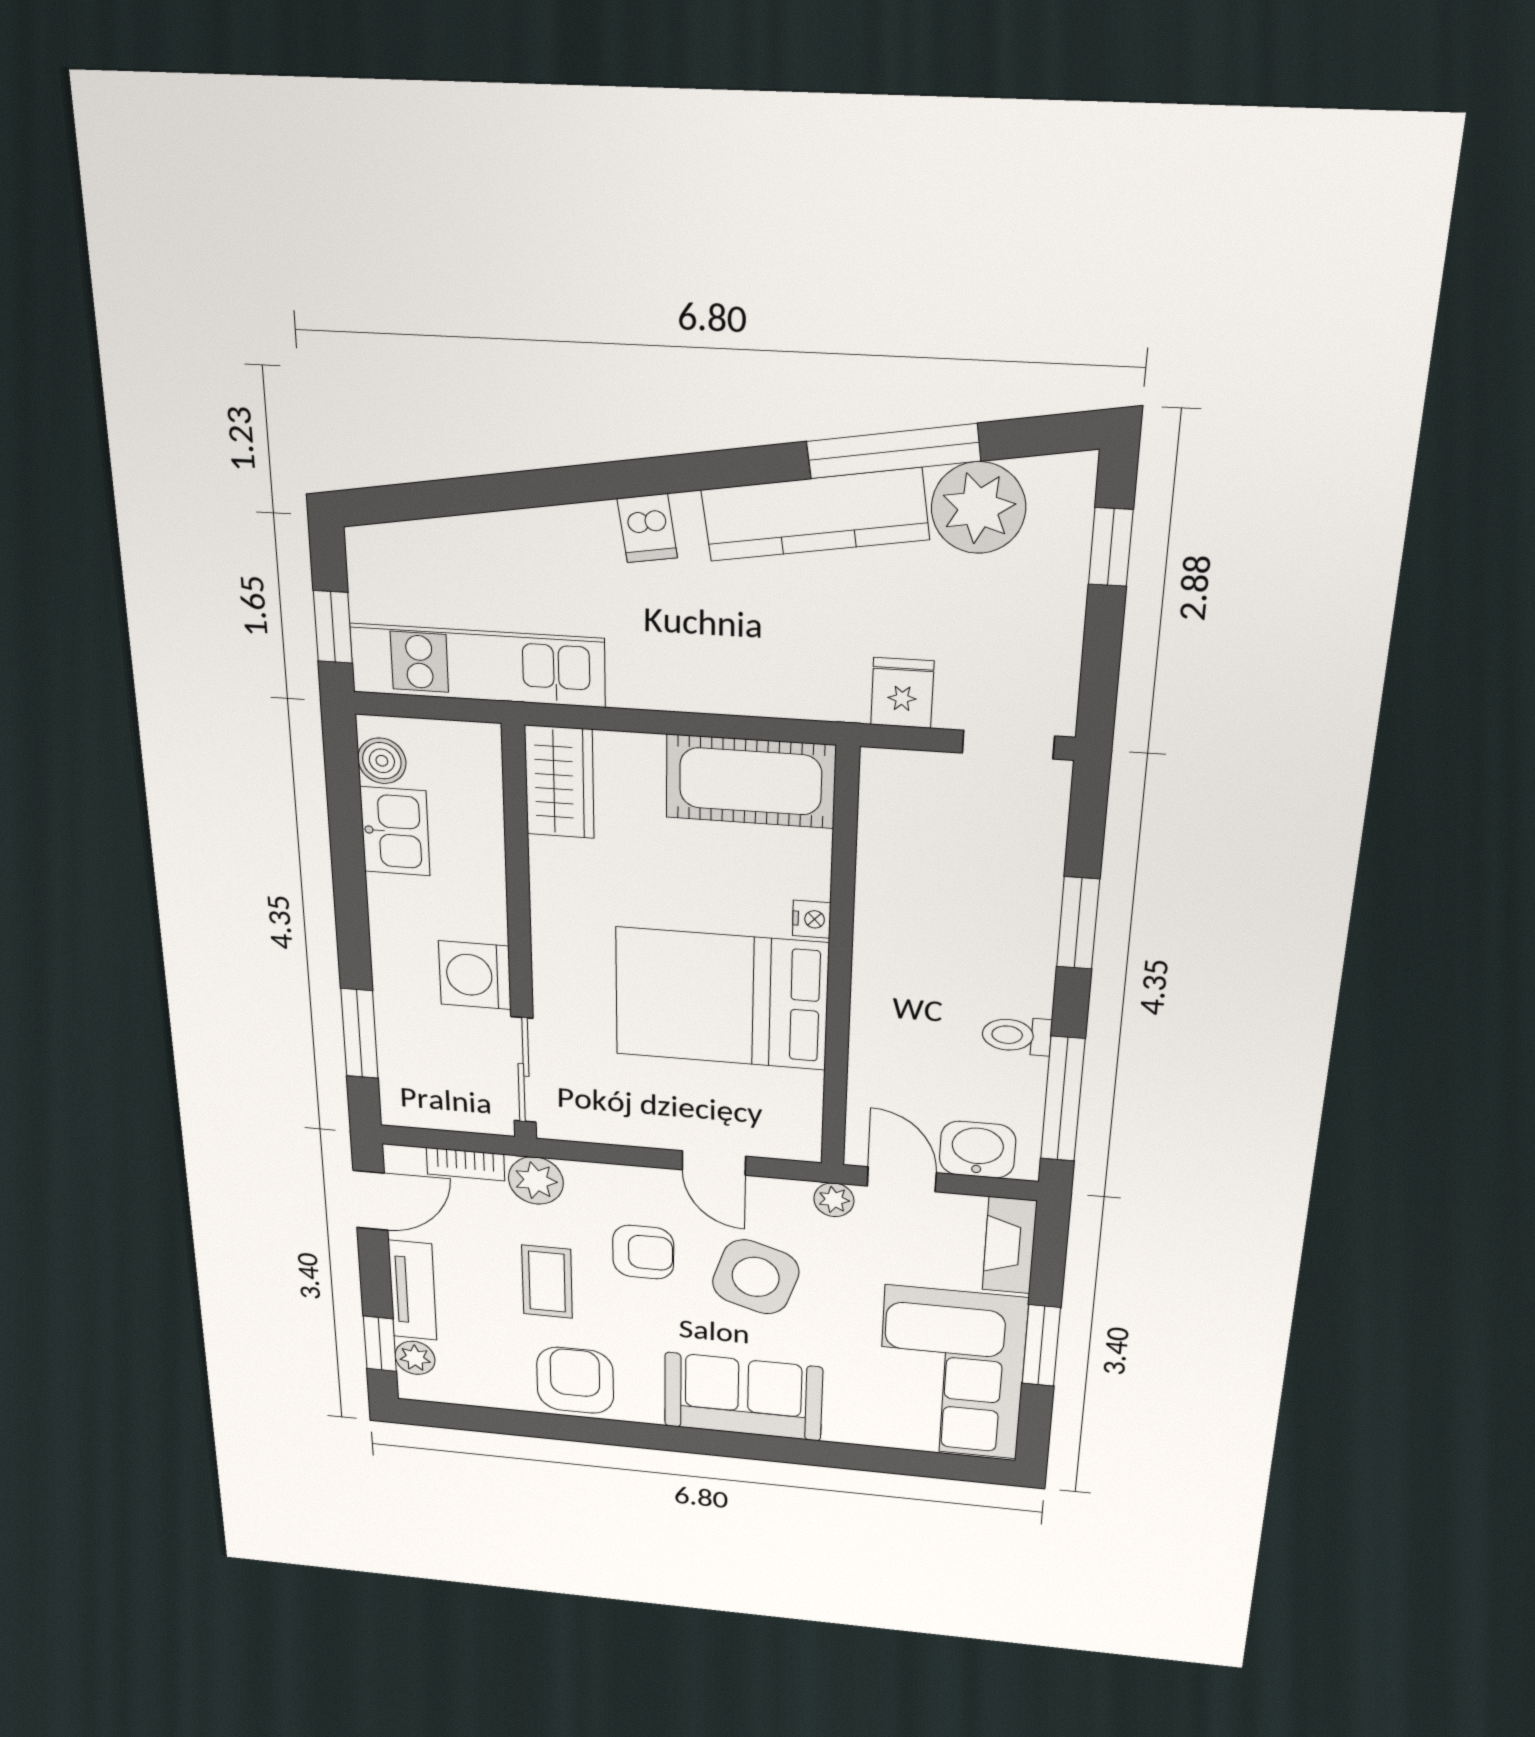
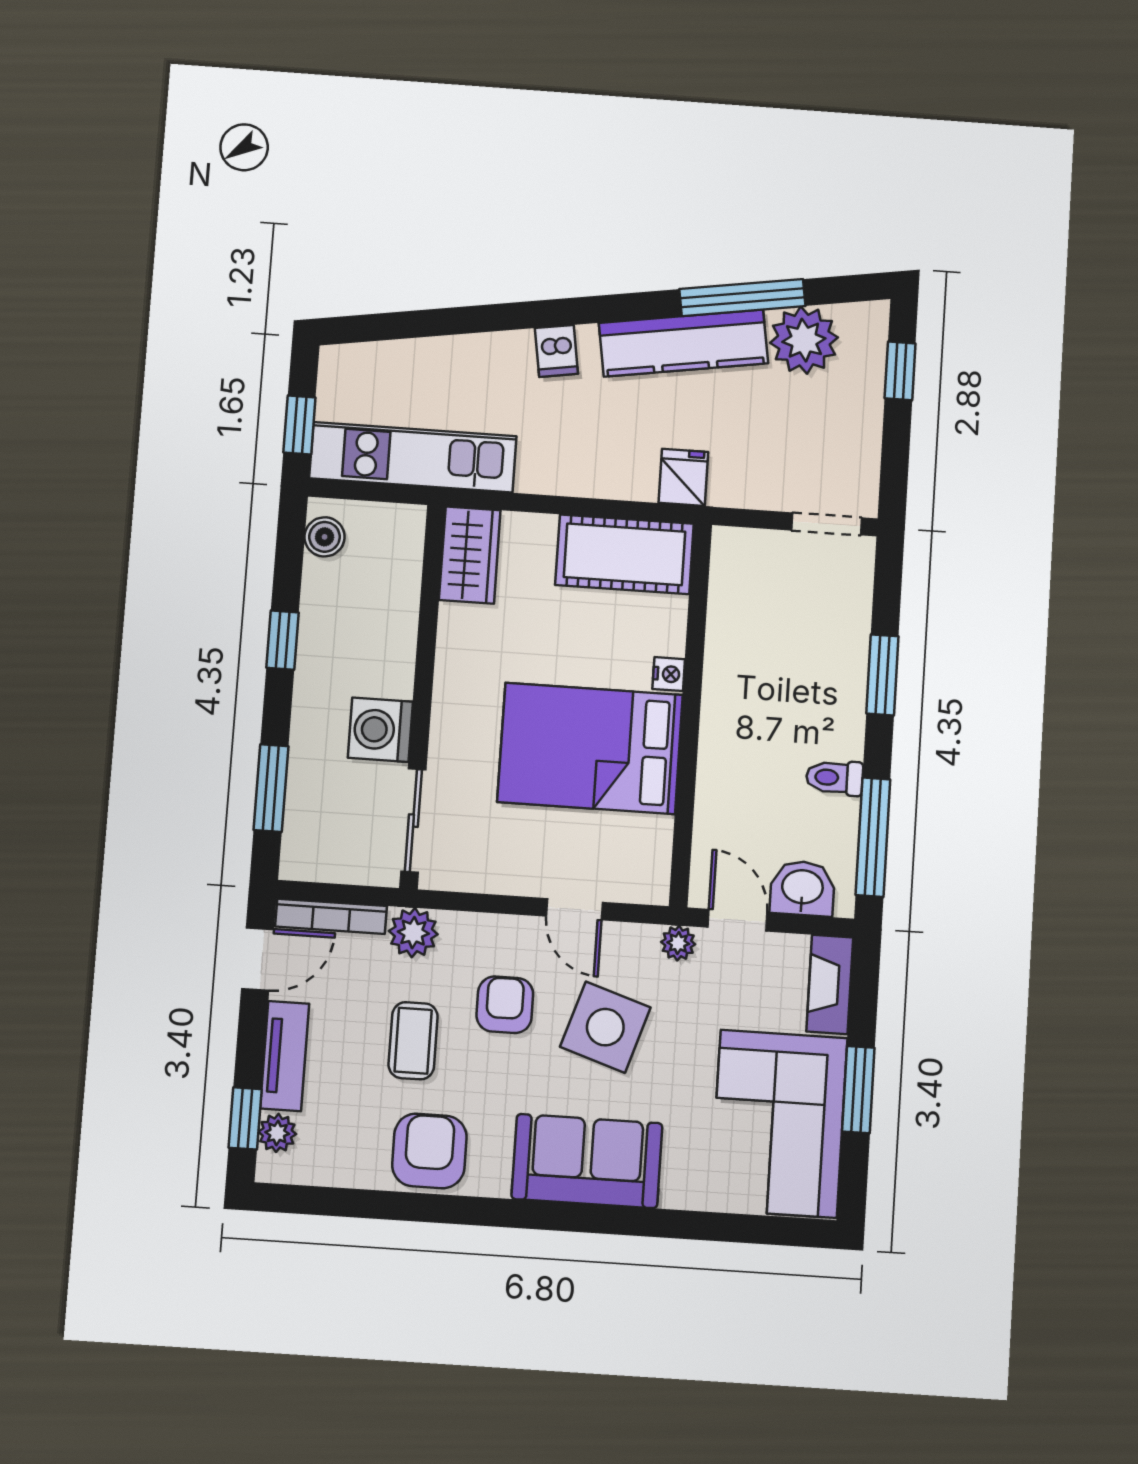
fridge: (902, 693) -> (683, 477), moved
kitchen sink: (395, 831) -> (328, 598), removed
window: (349, 877) -> (283, 640), added
bookcase: (465, 1164) -> (331, 916), width x1.56
armchair: (643, 1252) -> (505, 1005), turned -90

